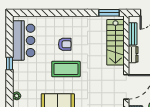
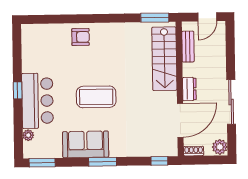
bar counter: (24, 40) -> (37, 101), moved
armchair: (65, 44) -> (81, 37), moved
dresser: (133, 54) -> (189, 89), moved

